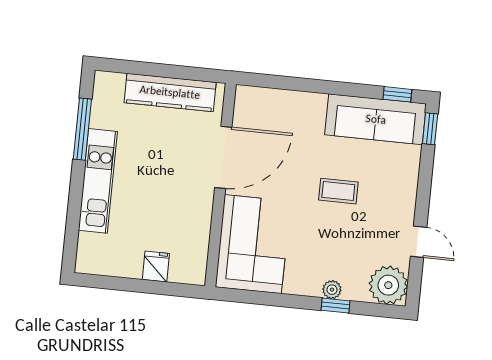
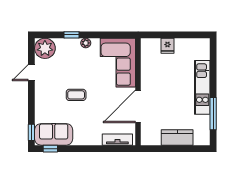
kitchen counter: (170, 92) -> (177, 137), width x0.67
tv unit: (269, 98) -> (117, 140), added
sofa: (376, 119) -> (54, 134), width x0.73
door: (419, 242) -> (31, 73), hinge flipped
plant: (332, 290) -> (86, 43), moved

